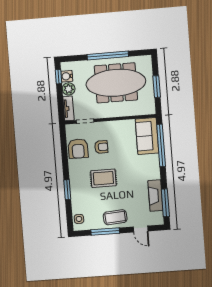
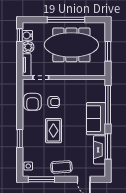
sofa: (147, 136) -> (96, 119), moved
rug: (103, 178) -> (53, 131), turned 90
window: (165, 203) -> (108, 146), moved
window: (105, 232) -> (41, 179), moved

